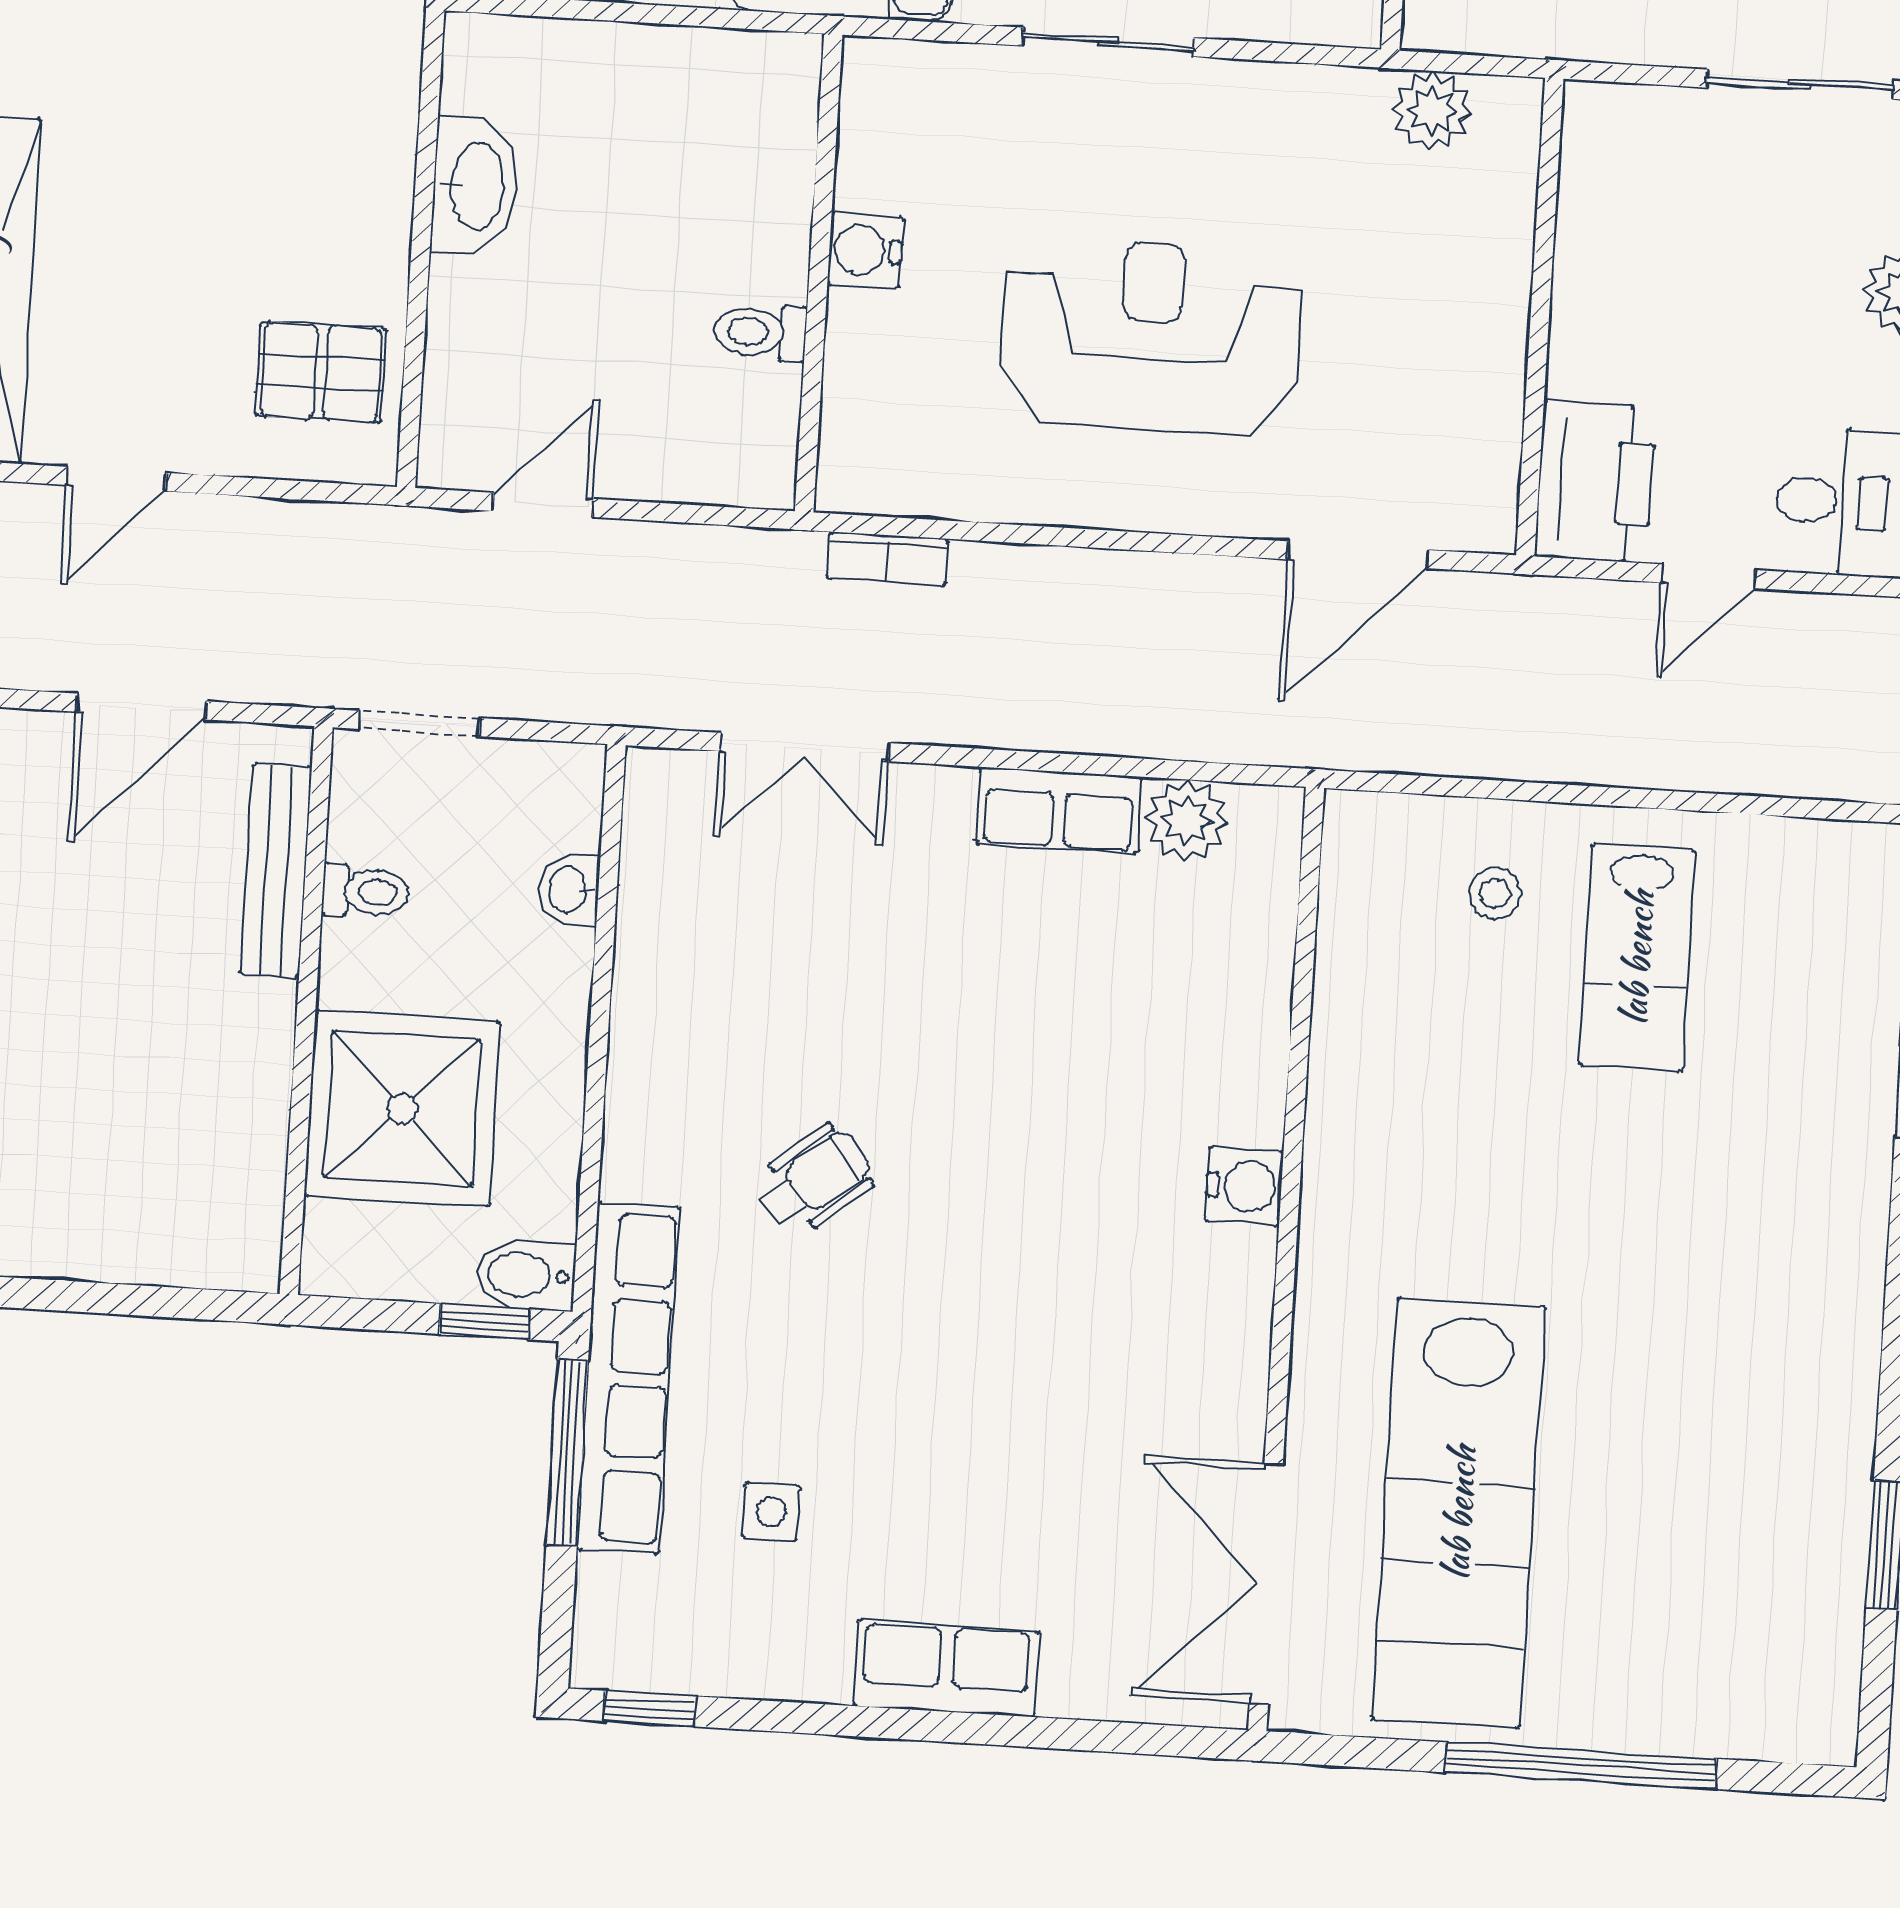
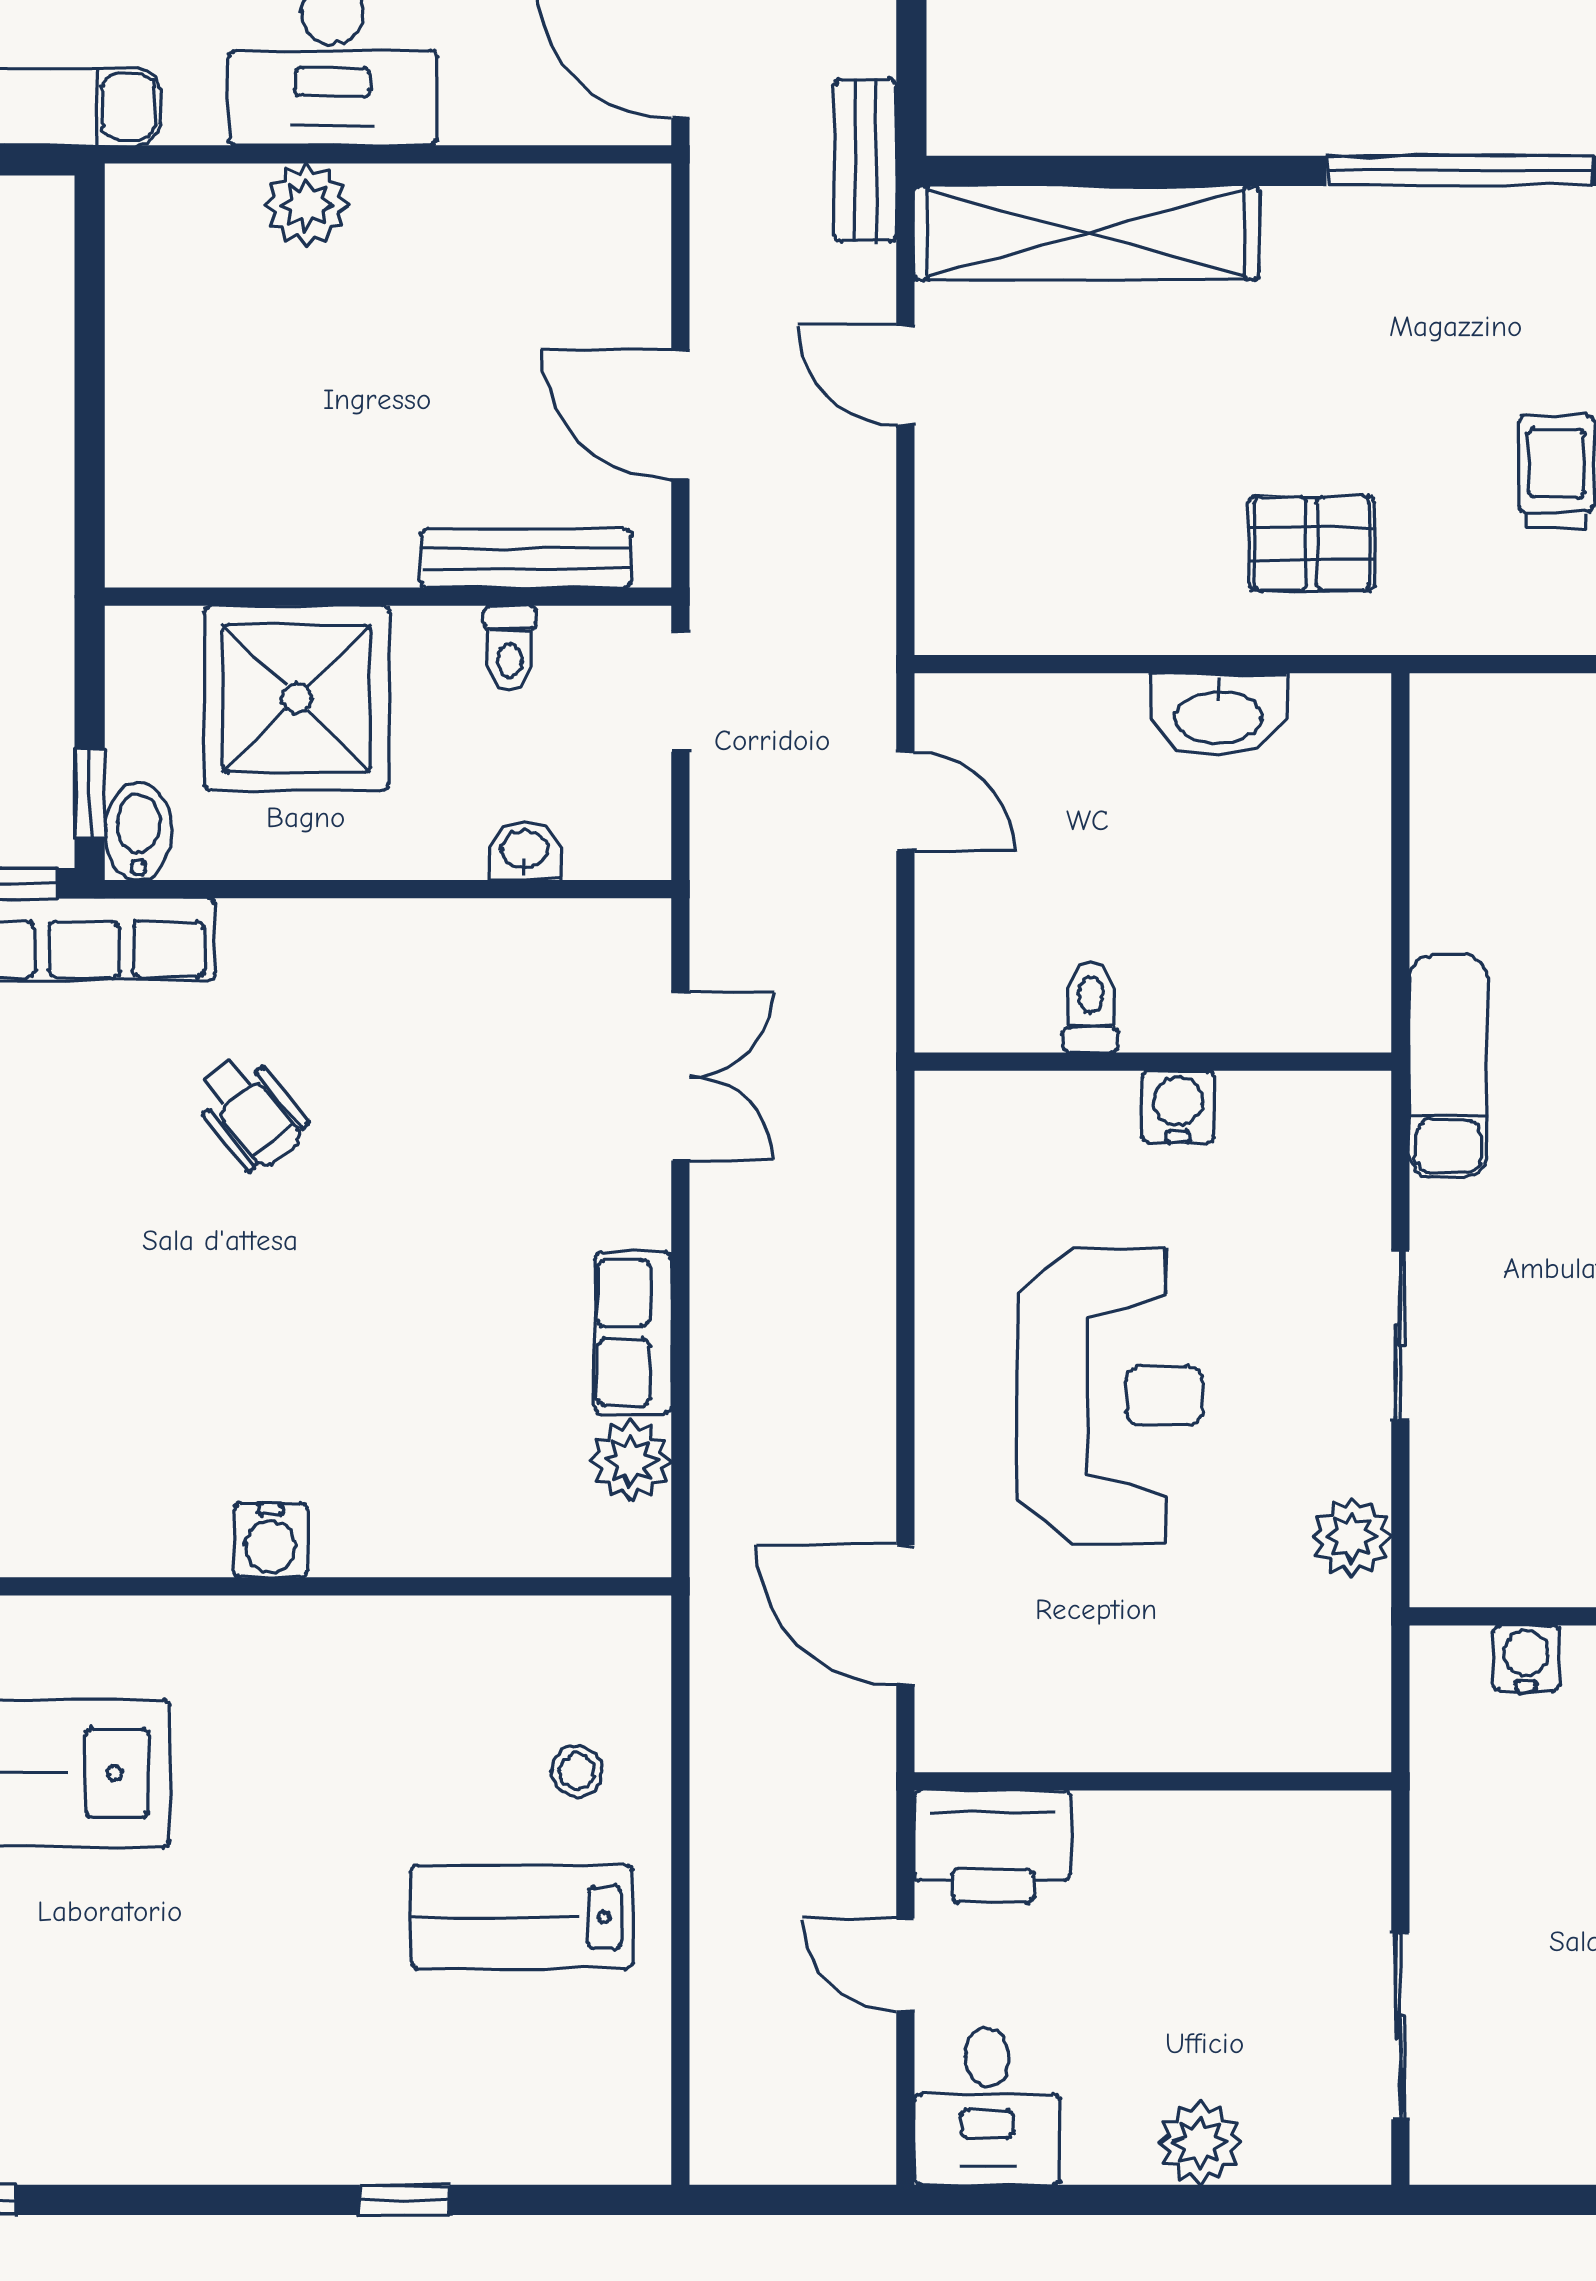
plant: (1432, 111) -> (1352, 1537), moved
pallet: (321, 372) -> (1312, 544), moved, turned 90
bookcase: (887, 559) -> (873, 1147), removed
double door: (805, 747) -> (680, 1076), swing flipped

